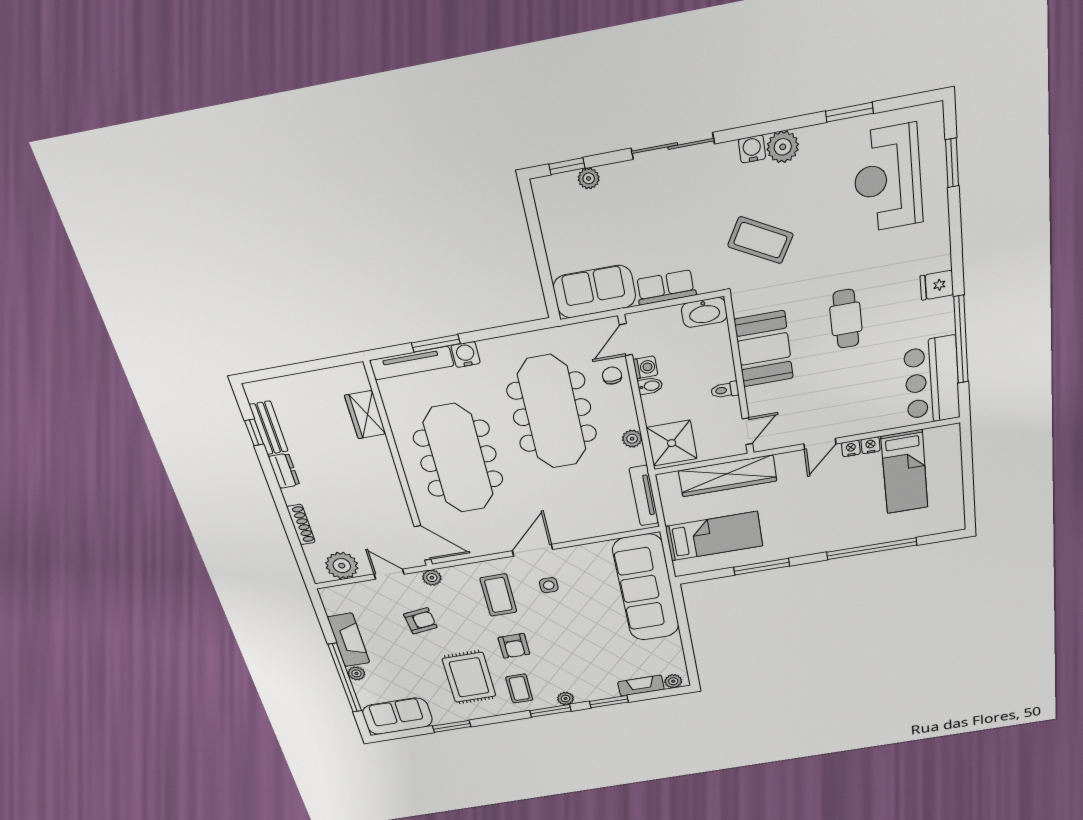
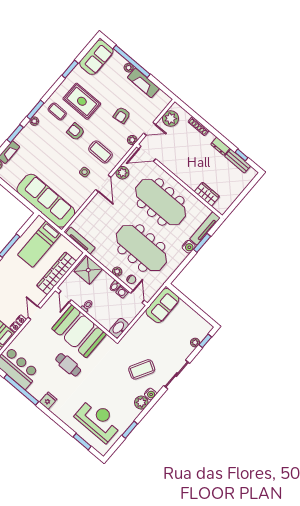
coffee table: (760, 240) -> (142, 369), moved
row of seats: (666, 287) -> (139, 326), removed
booth: (764, 349) -> (79, 331), width x1.36, depth x1.42
plant: (632, 439) -> (117, 272), moved
plant: (487, 544) -> (122, 173), added

